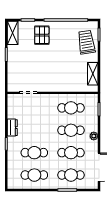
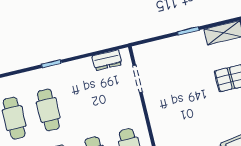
dresser: (12, 128) -> (107, 60), moved

